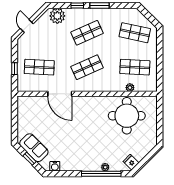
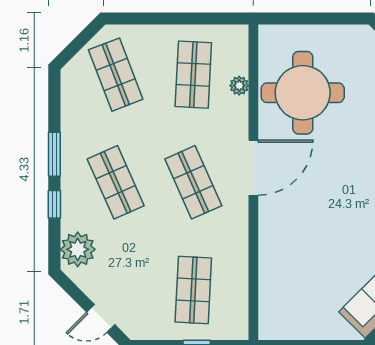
shop shelf: (135, 33) -> (116, 75), turned -33
door: (60, 94) -> (253, 168), moved

